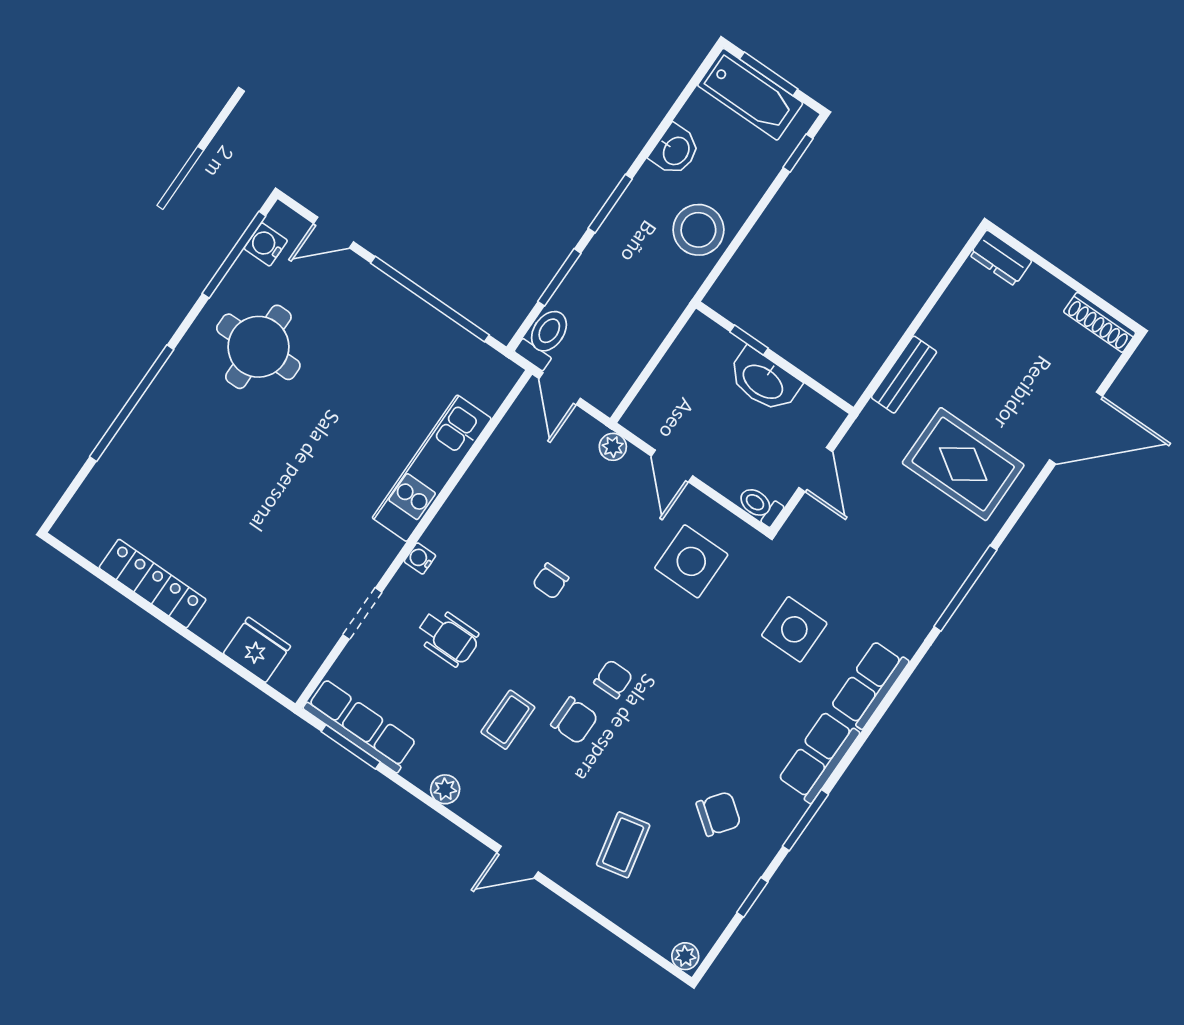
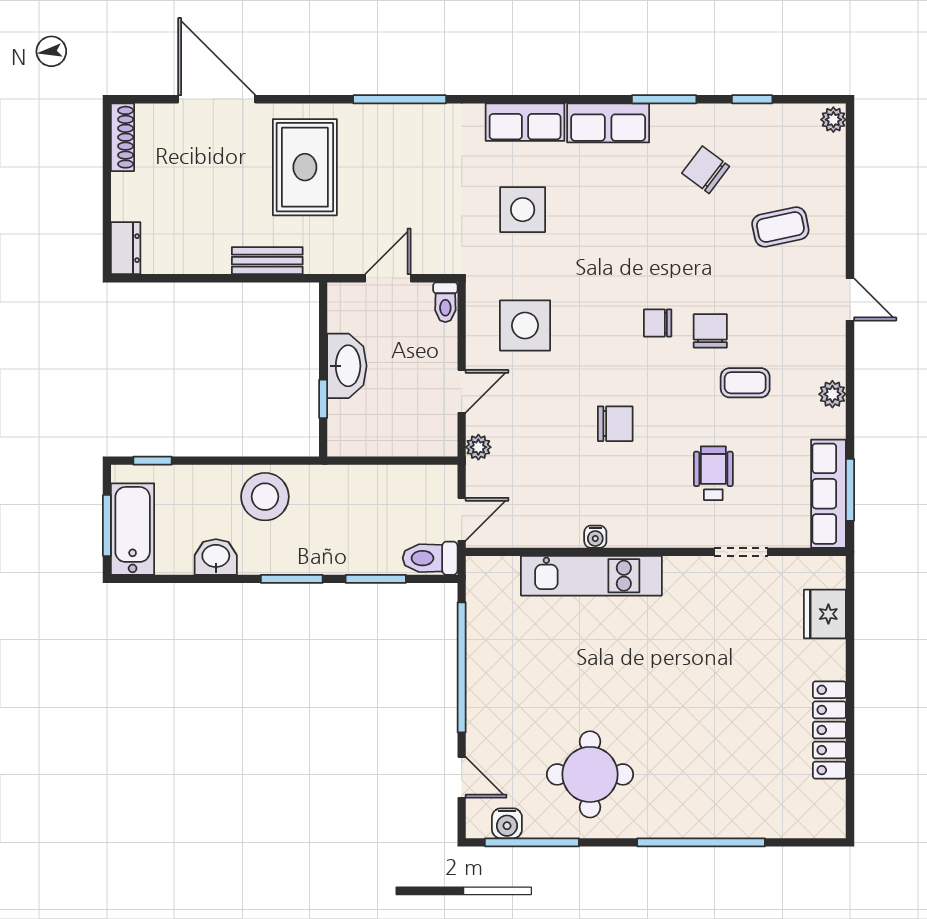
water cooler: (420, 558) -> (595, 537), moved
chair: (551, 581) -> (615, 424), width x1.37, depth x1.37

